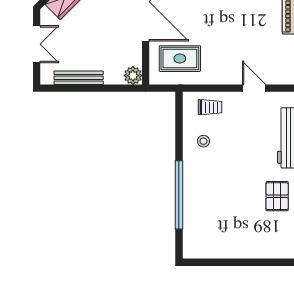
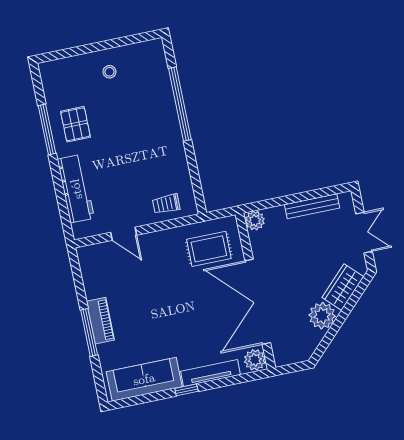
double door: (37, 44) -> (364, 233), swing flipped
stool: (203, 141) -> (109, 72), moved

